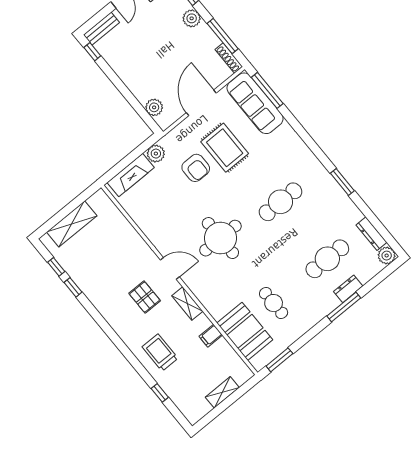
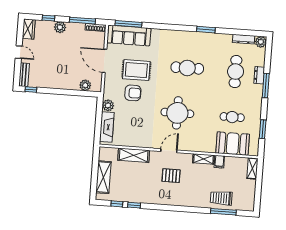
cafe table: (281, 202) -> (187, 68), turned 90
shelving: (128, 234) -> (134, 155), added
shelving: (187, 304) -> (204, 159), moved
trolley: (160, 353) -> (221, 198), moved
window: (279, 360) -> (263, 129), moved
shelving: (222, 392) -> (252, 168), moved
window: (160, 393) -> (223, 212), width x2.17

